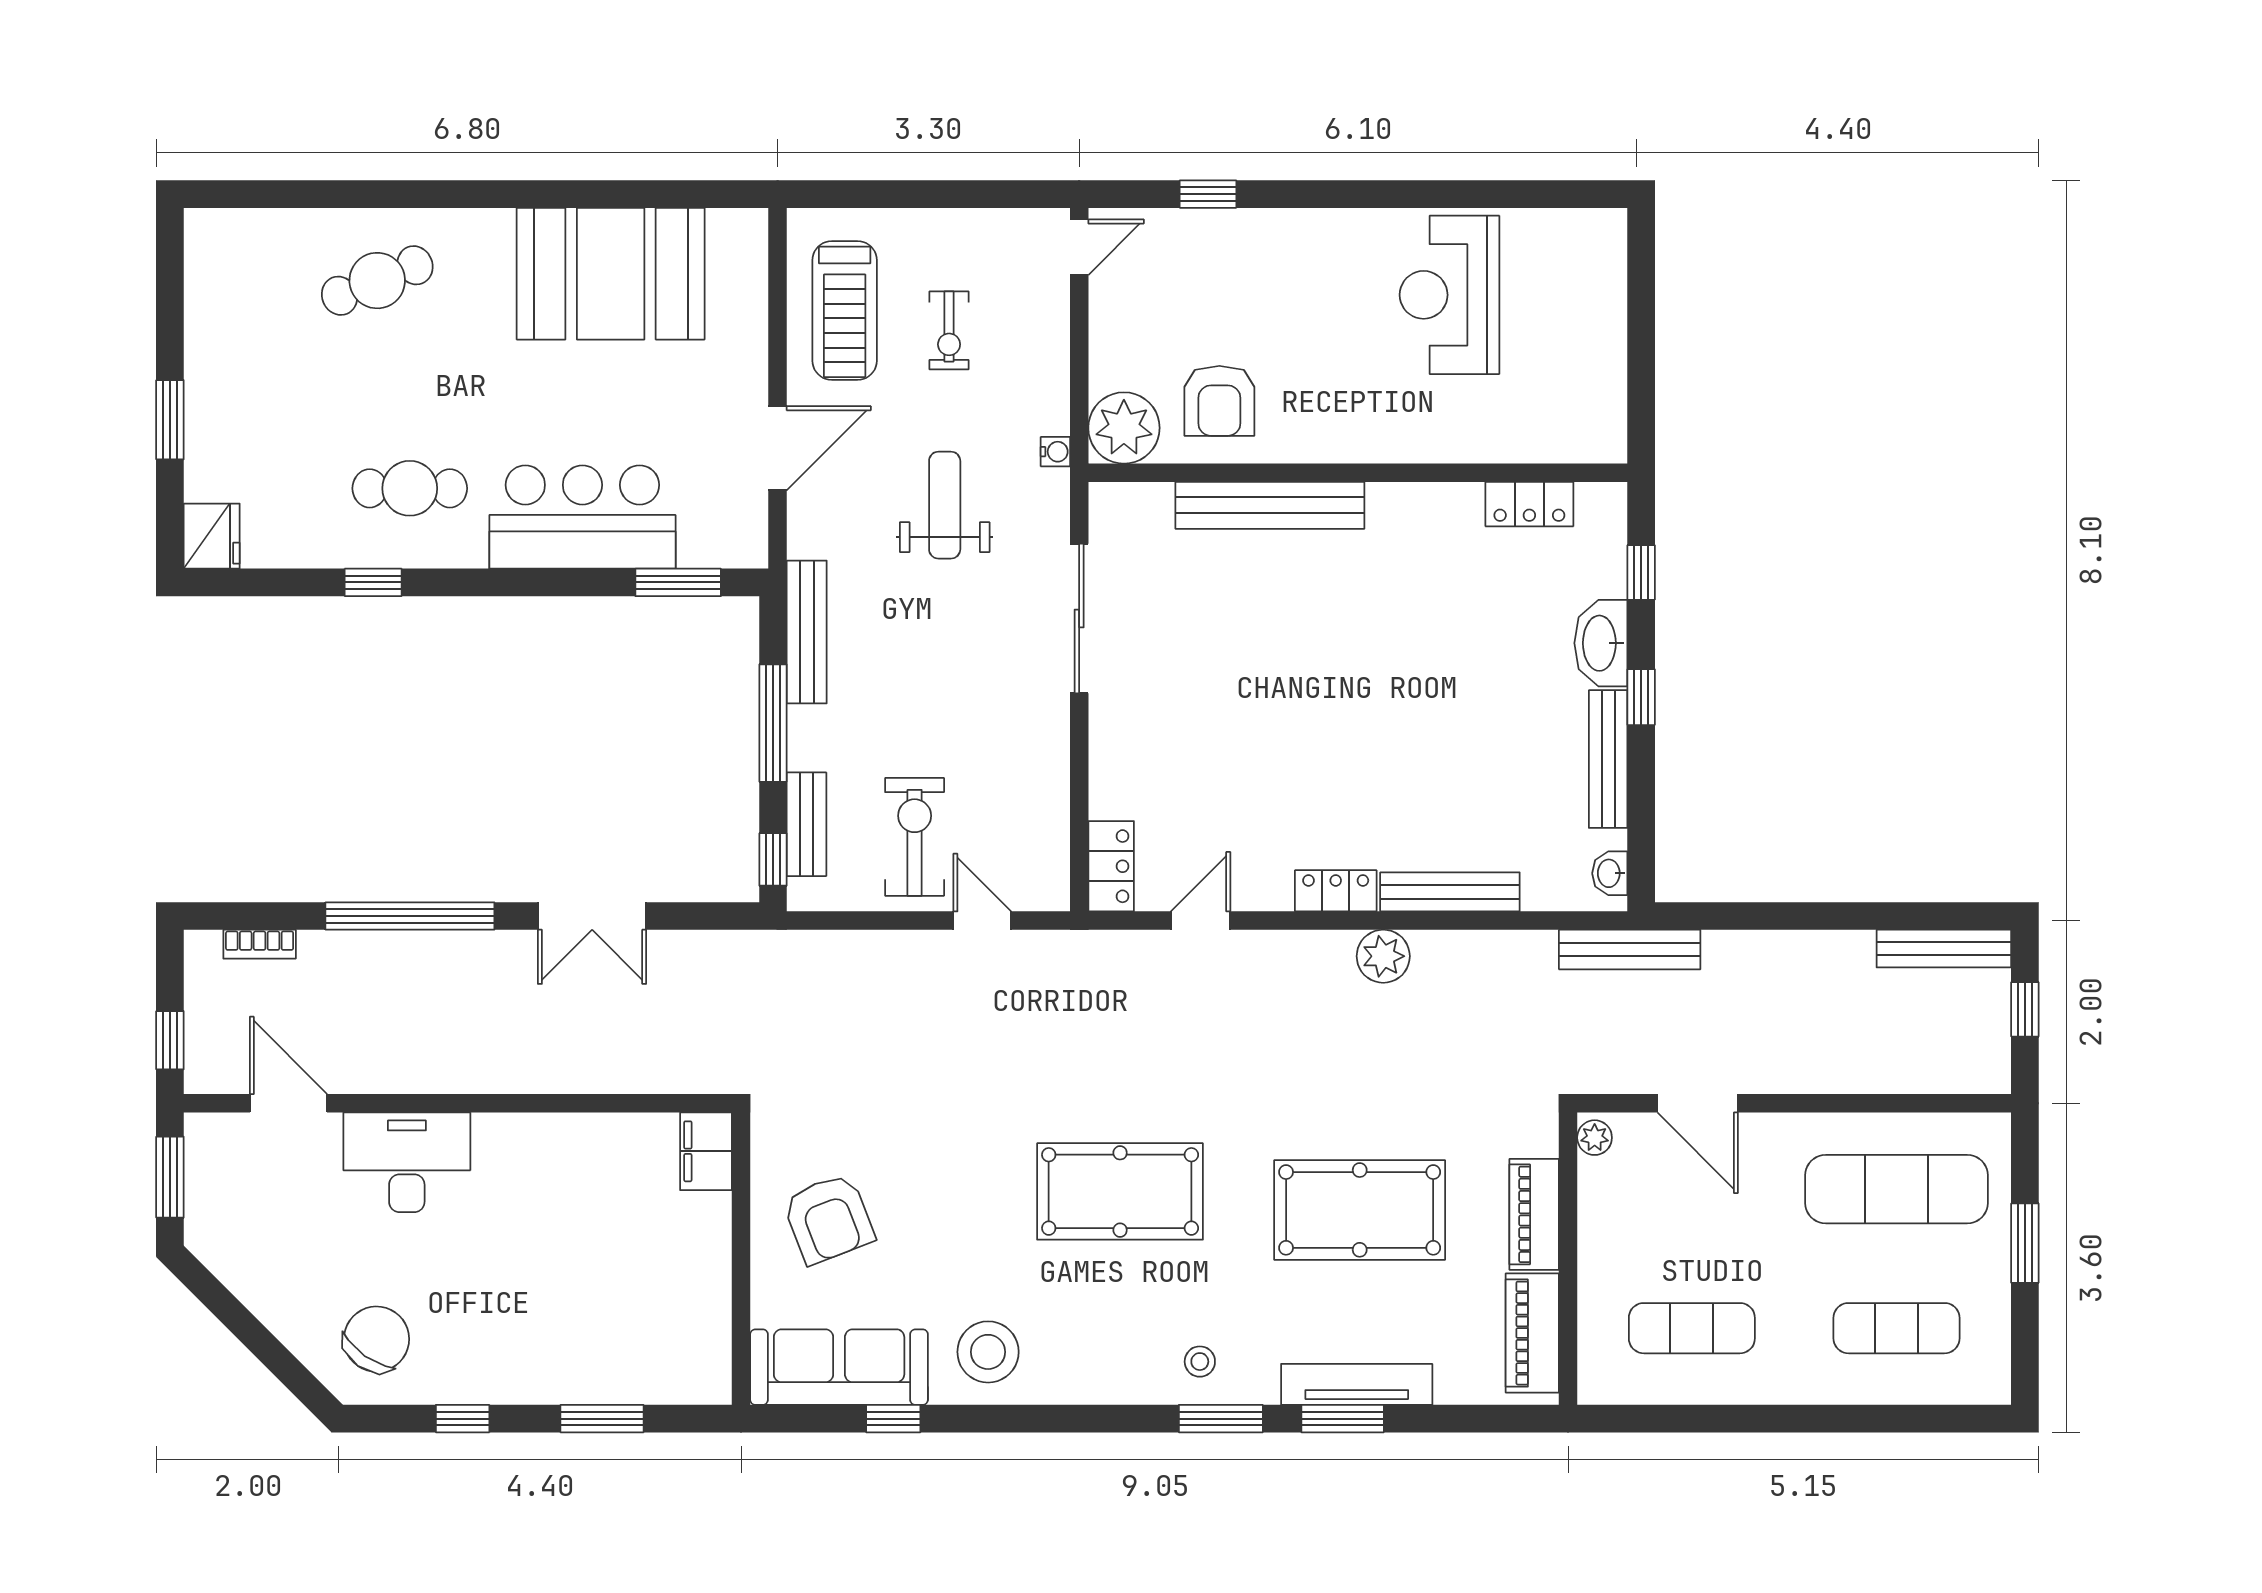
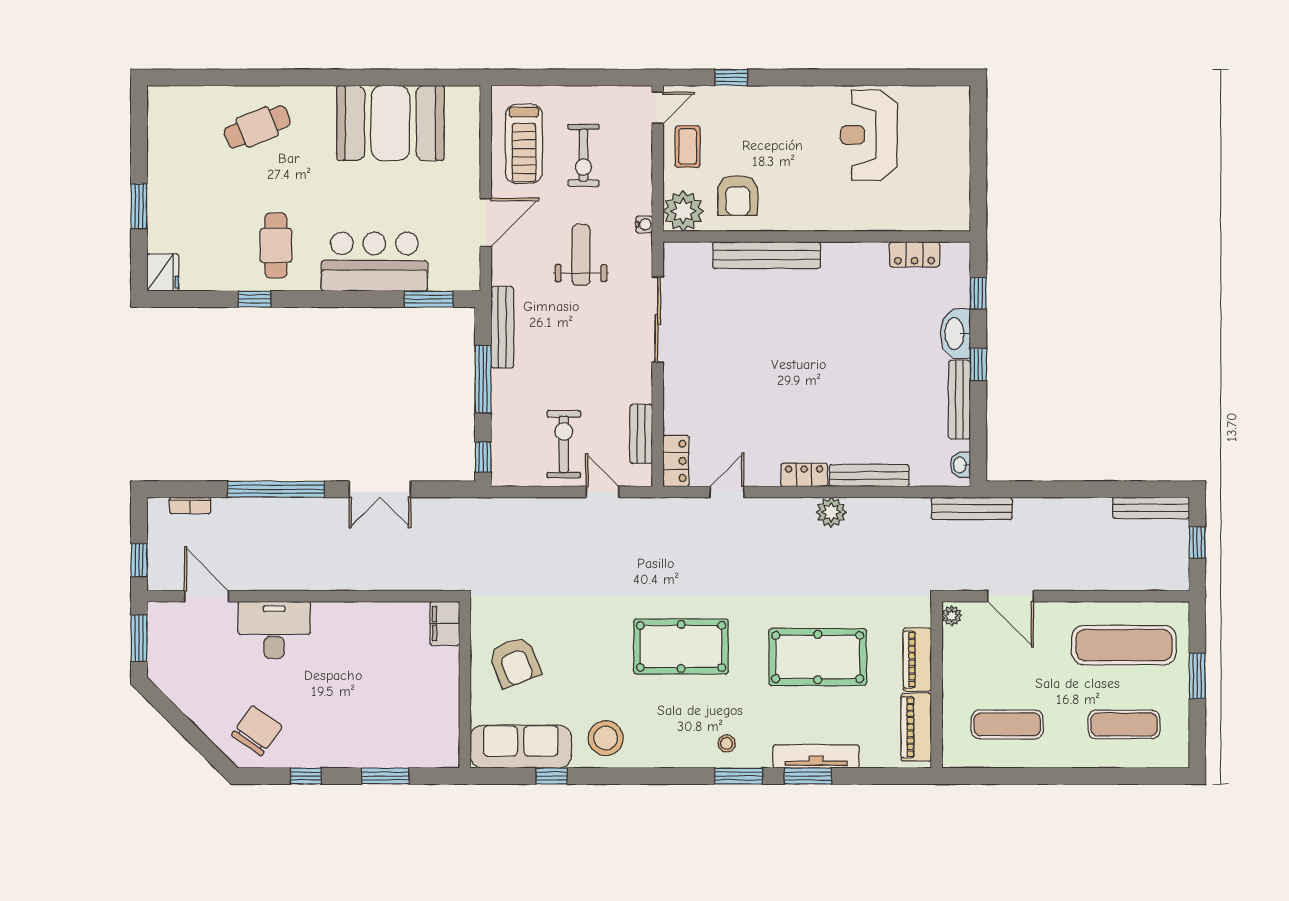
coffee table: (1131, 315) -> (688, 147), added
exercise bike: (949, 330) -> (583, 155), width x1.38, depth x1.39
cafe table: (410, 488) -> (276, 245), turned 90
bench: (807, 824) -> (641, 434), moved

